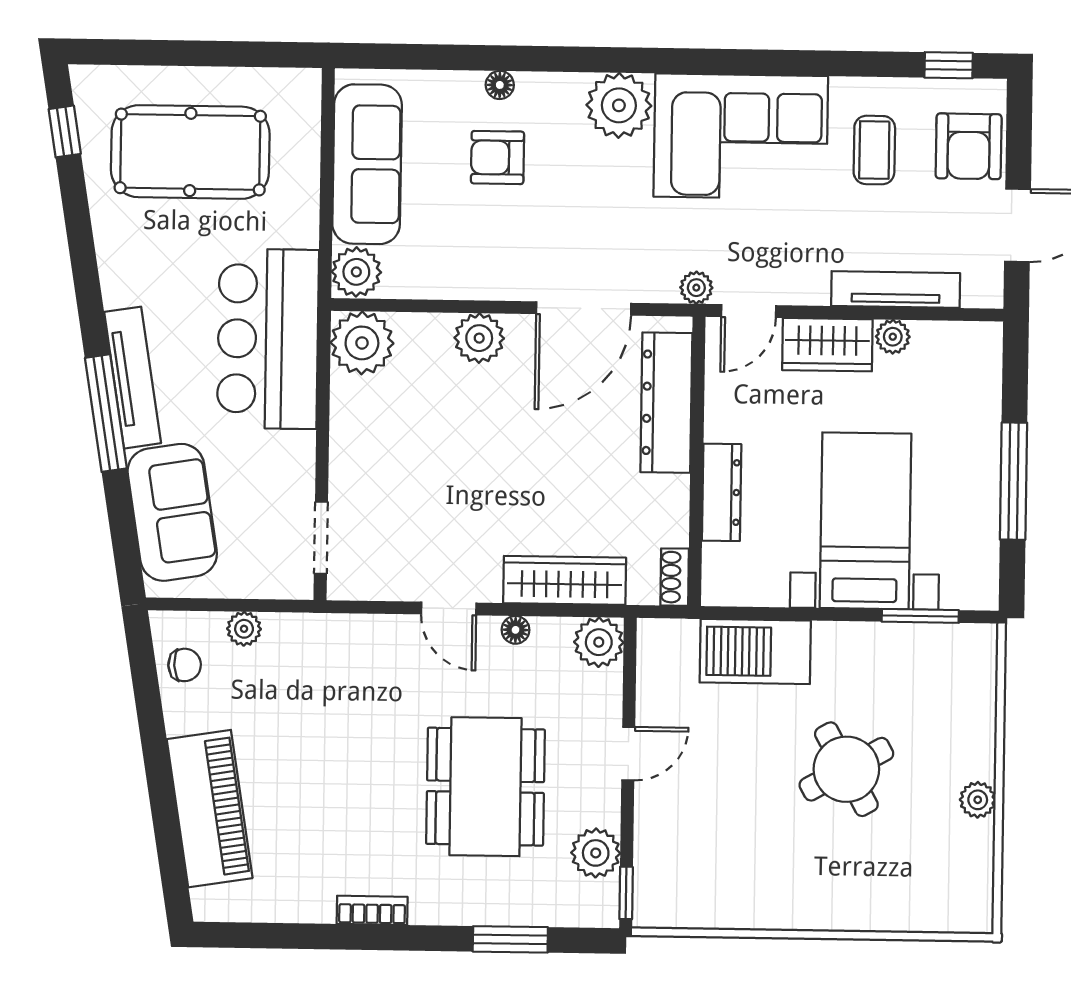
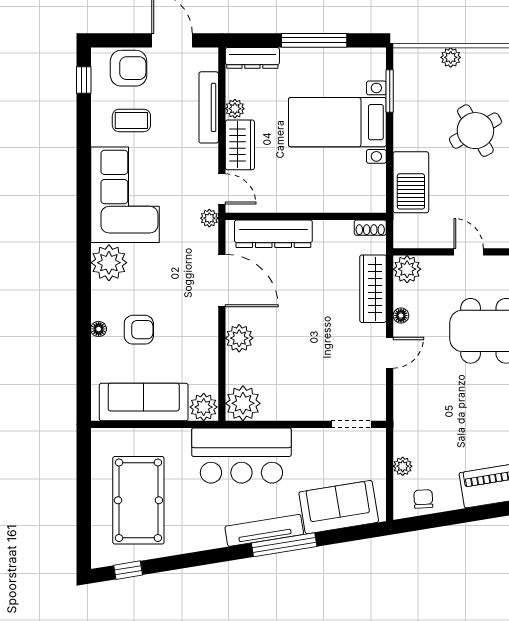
armchair: (497, 158) -> (139, 330), turned -90
dresser: (722, 492) -> (252, 58), moved, turned 180
plant: (978, 800) -> (451, 57), moved

